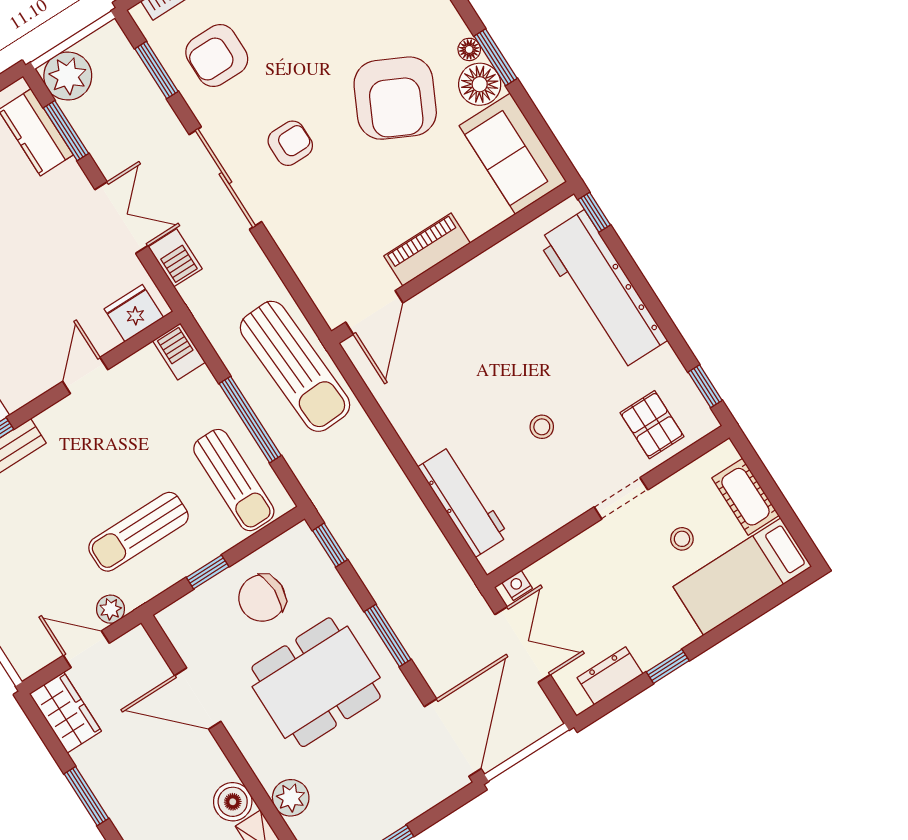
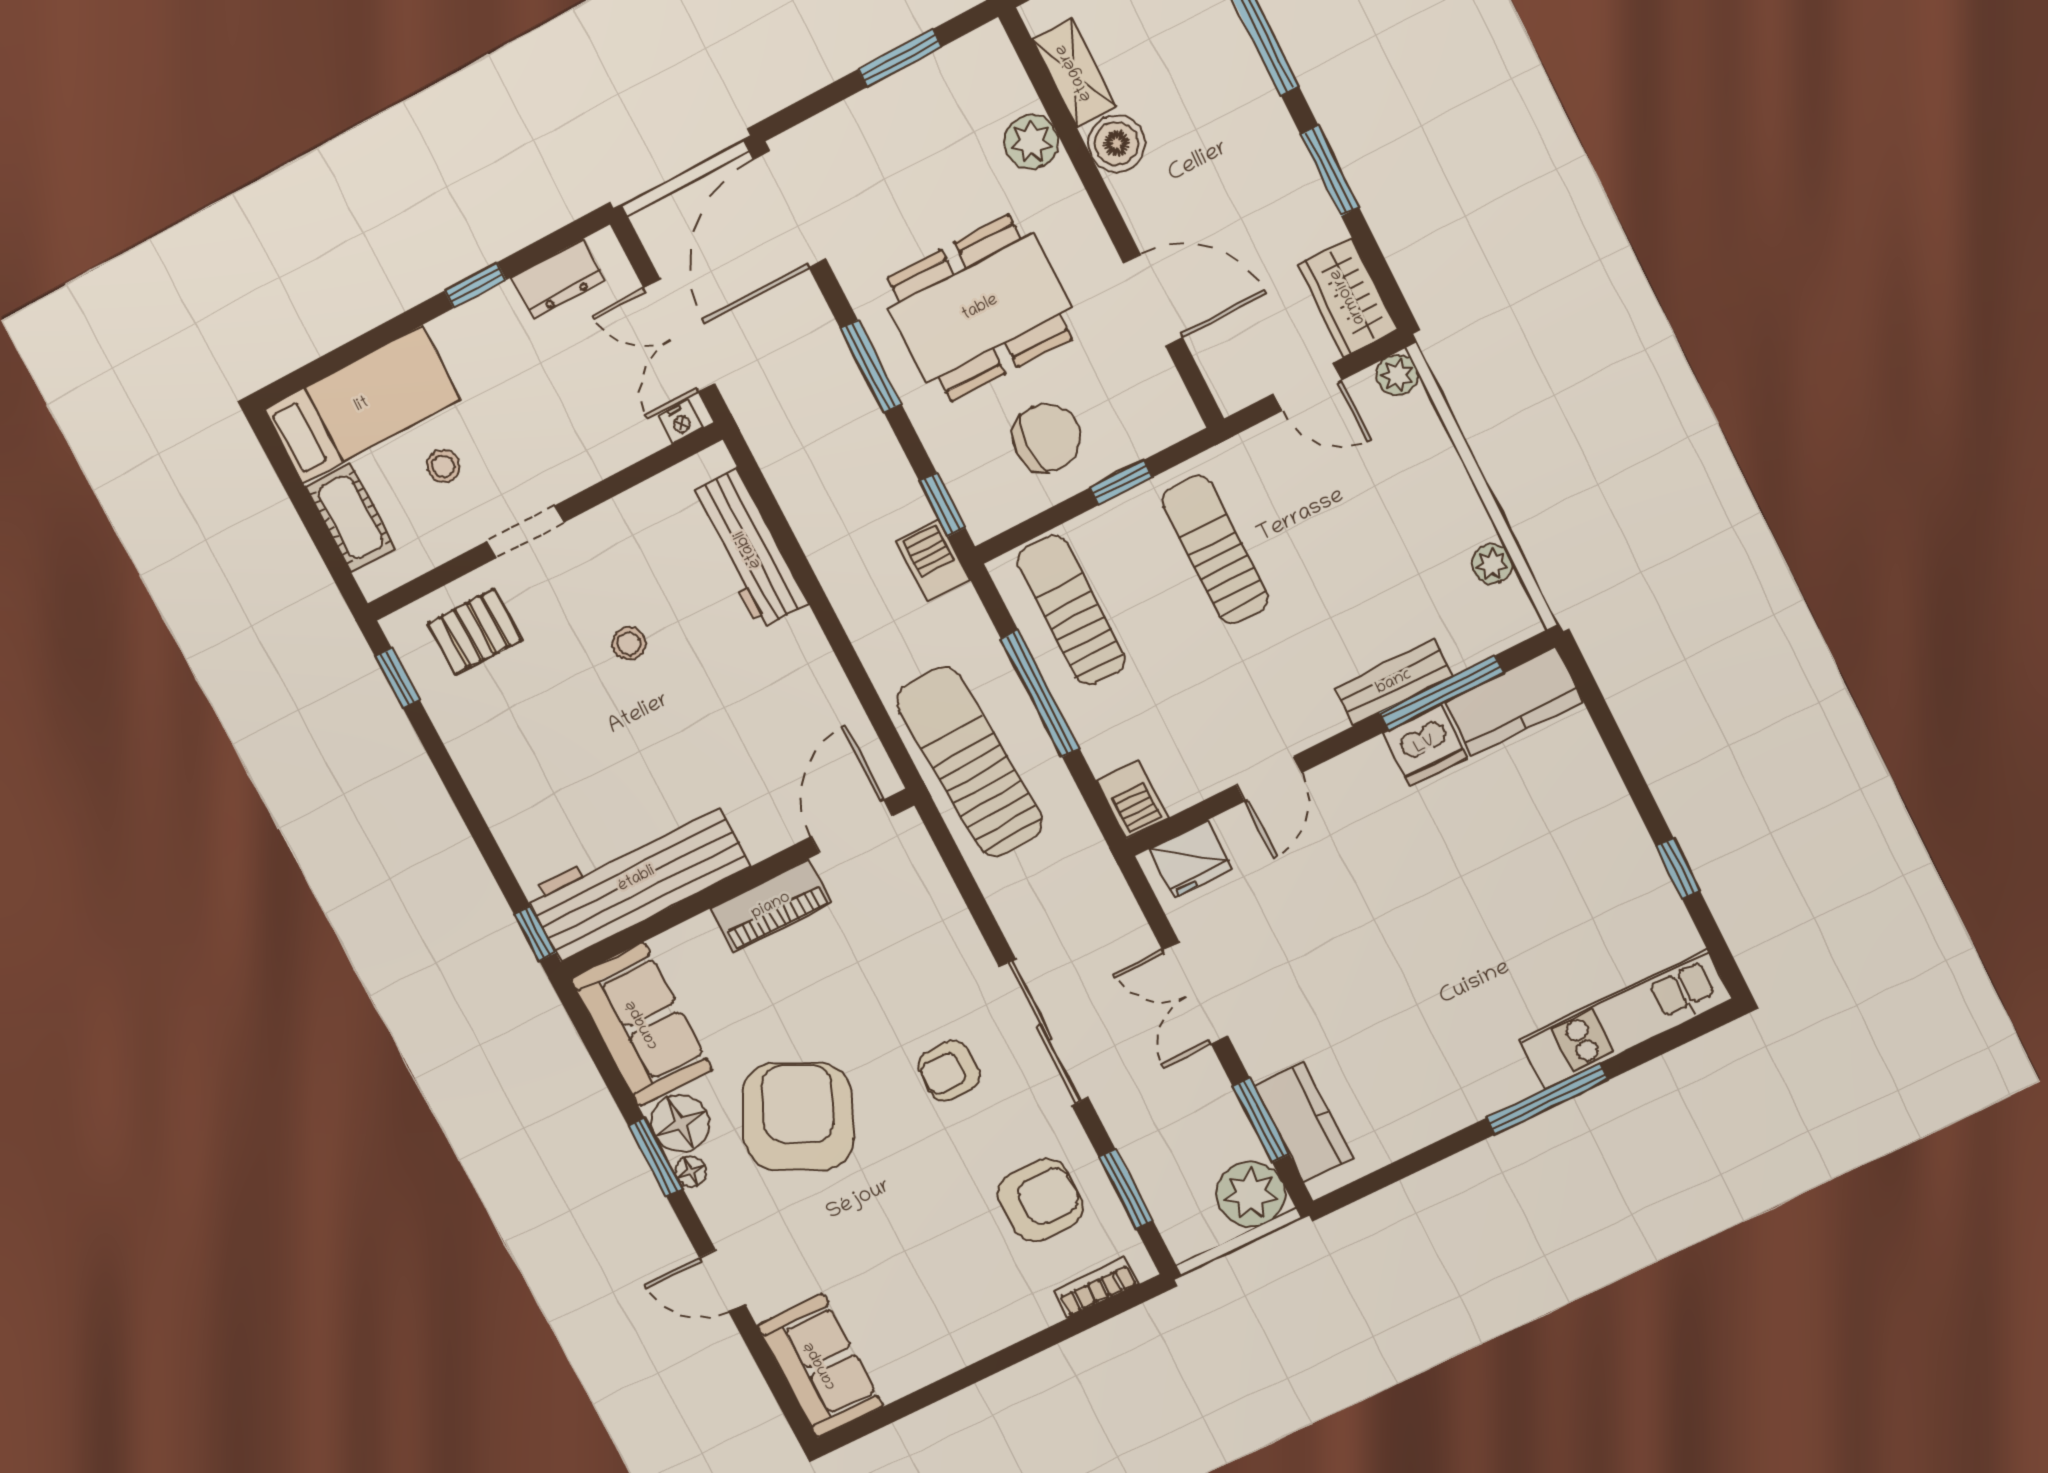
barbecue: (175, 258) -> (933, 560), moved
workbench: (602, 290) -> (637, 879), moved, turned -90
pallet: (652, 425) -> (475, 632), turned 90
sun lounger: (138, 532) -> (1215, 550), turned -90
plant: (110, 609) -> (1397, 375), moved

